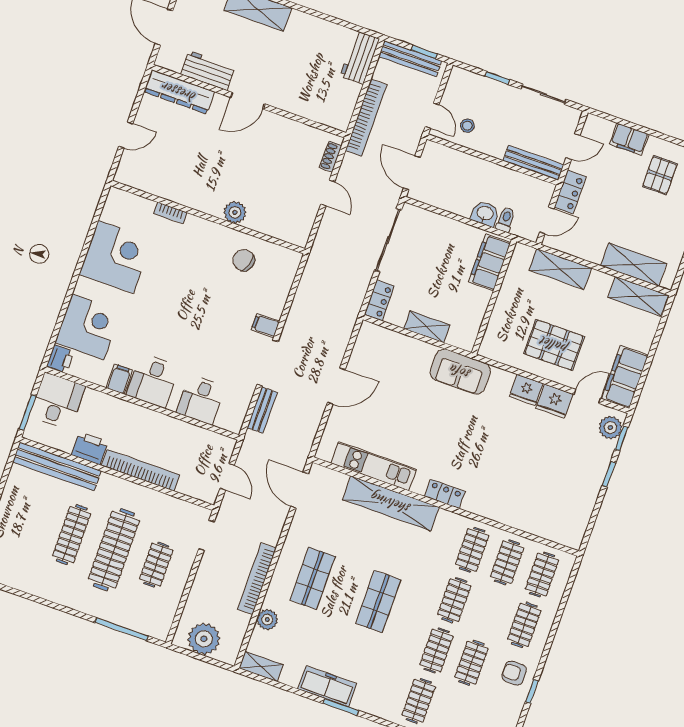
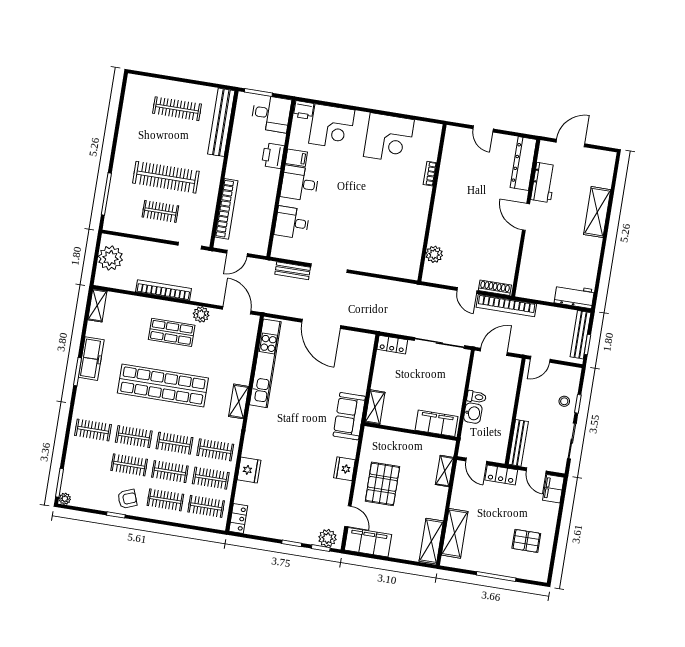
bookcase: (366, 118) -> (506, 306), moved
stool: (467, 126) -> (564, 401), moved
filing cabinet: (629, 139) -> (553, 489), moved
shoe rack: (331, 157) -> (495, 288), width x1.43
door: (328, 193) -> (467, 291), hinge flipped
plant: (235, 212) -> (434, 254), moved
toilet: (506, 220) -> (476, 397), moved
chair: (244, 260) -> (404, 236), removed
shelving: (560, 269) -> (445, 471), width x0.67, depth x0.75
filing cabinet: (265, 326) -> (357, 261), removed
shelving: (427, 327) -> (375, 407), moved
door: (336, 386) -> (321, 324), width x1.36
fridge: (554, 401) -> (249, 470), moved, turned 180
printer: (90, 448) -> (273, 156), moved, turned 180
kitchen unit: (374, 466) -> (265, 363), width x1.36
bookcase: (141, 470) -> (226, 209), moved
door: (299, 490) -> (237, 310), hinge flipped
locker: (445, 494) -> (238, 519), moved
shelving: (391, 503) -> (239, 401), width x0.45, depth x0.75
clothes rail: (72, 535) -> (177, 109), moved
shop shelf: (378, 601) -> (163, 386), width x2.00, depth x1.36
clothes rail: (489, 612) -> (170, 472), added
plant: (267, 620) -> (201, 314), moved
armchair: (514, 673) -> (127, 499), turned 69

